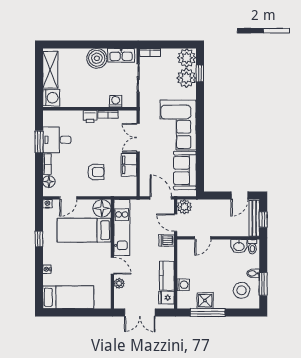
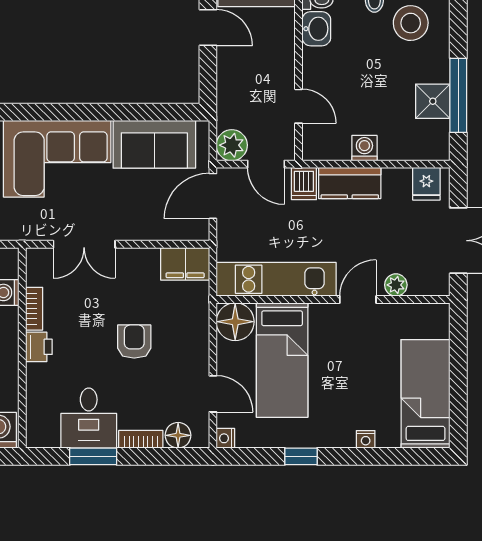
filing cabinet: (129, 165) -> (185, 264), moved
armchair: (96, 172) -> (134, 342), moved
door: (176, 223) -> (266, 164), hinge flipped
kitchen counter: (167, 276) -> (350, 183), moved
washing machine: (183, 285) -> (364, 148), moved

